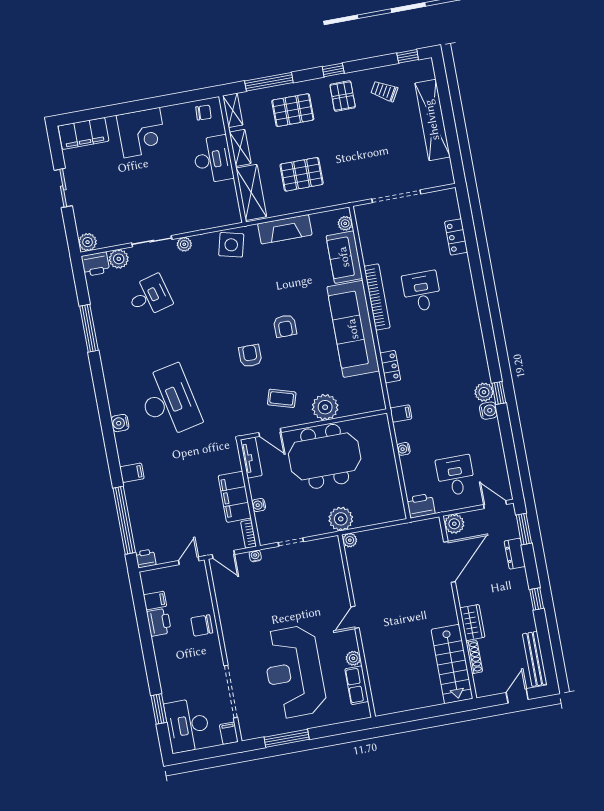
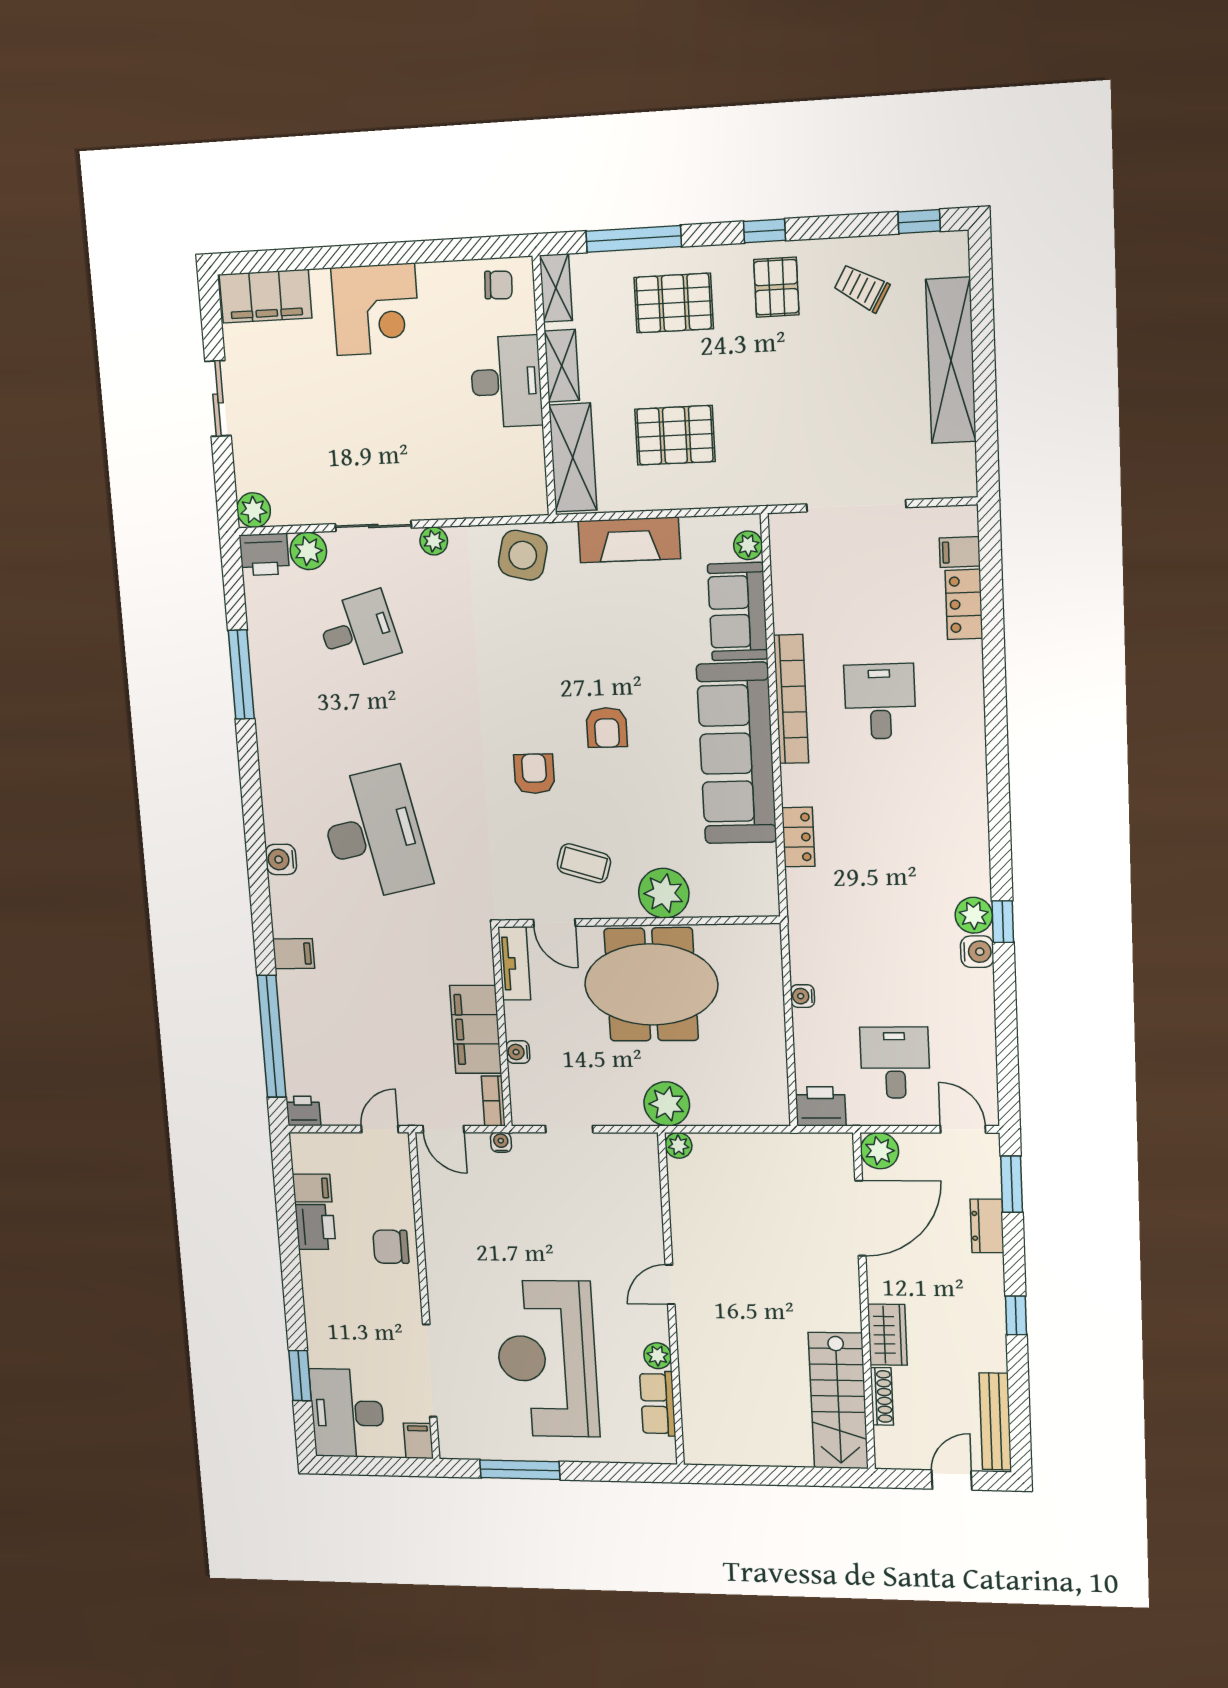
filing cabinet: (401, 413) -> (960, 552), moved, turned 180

